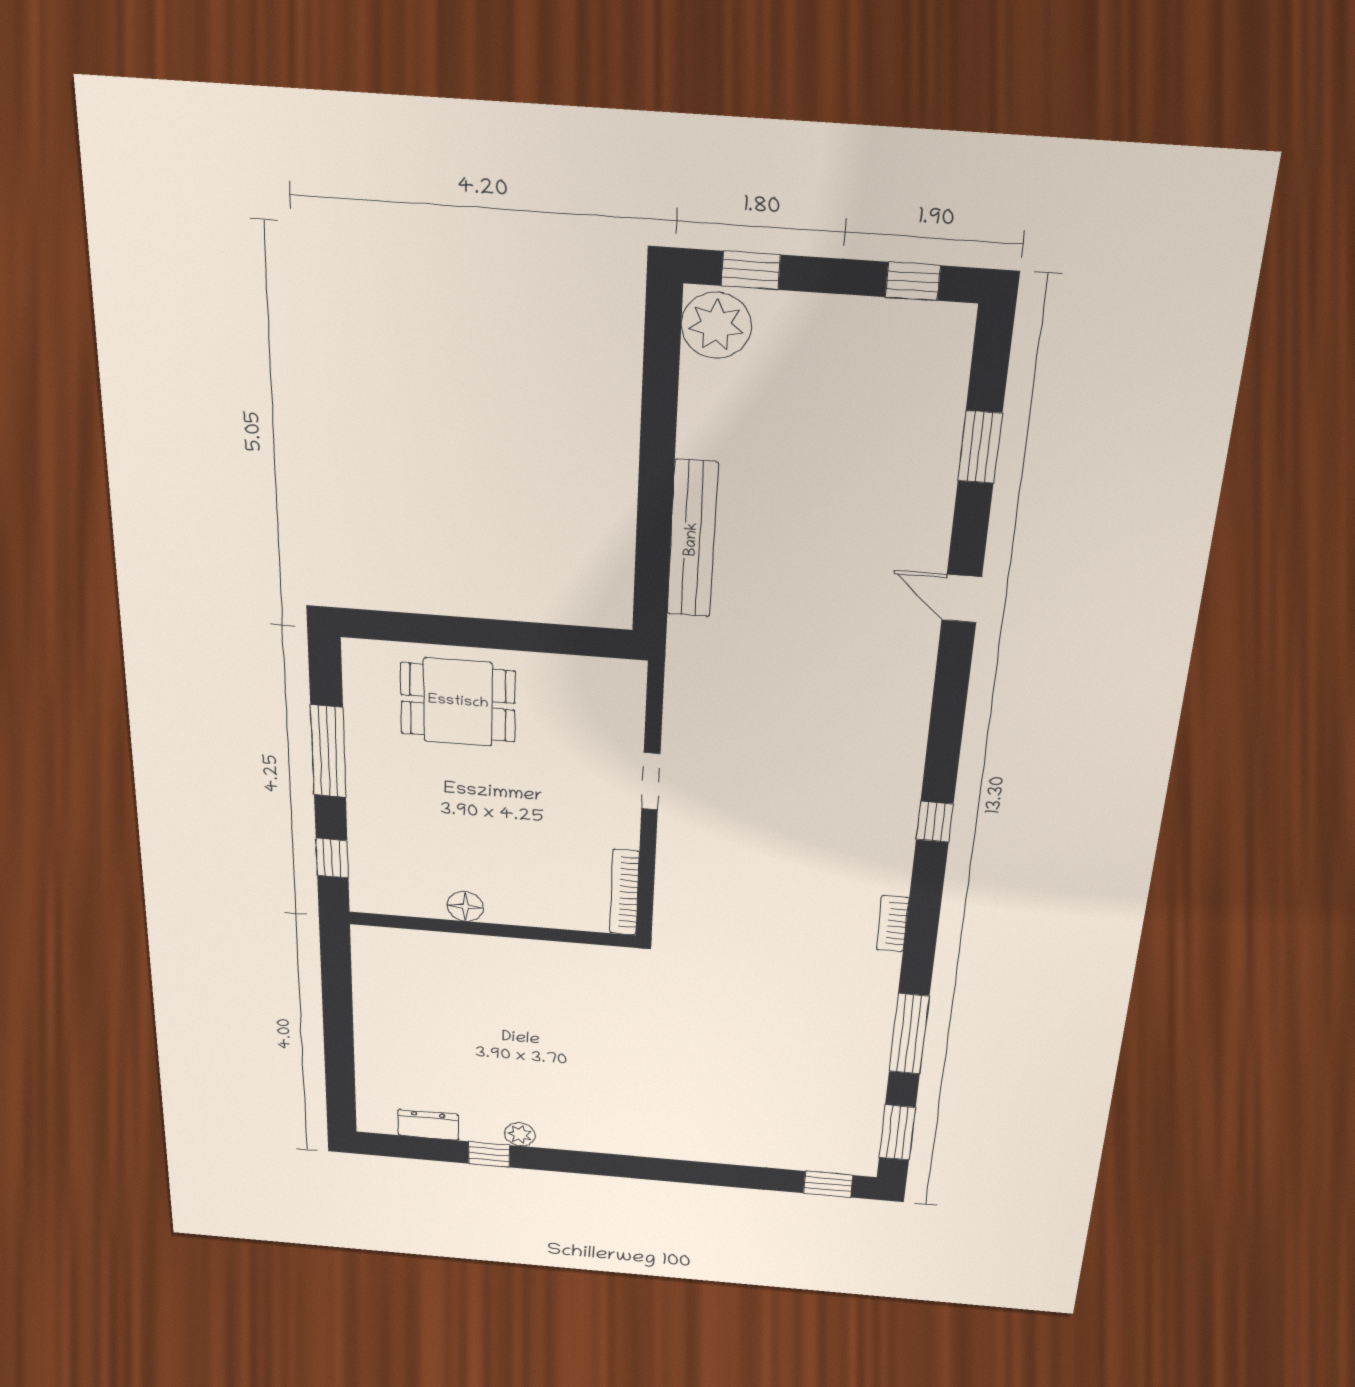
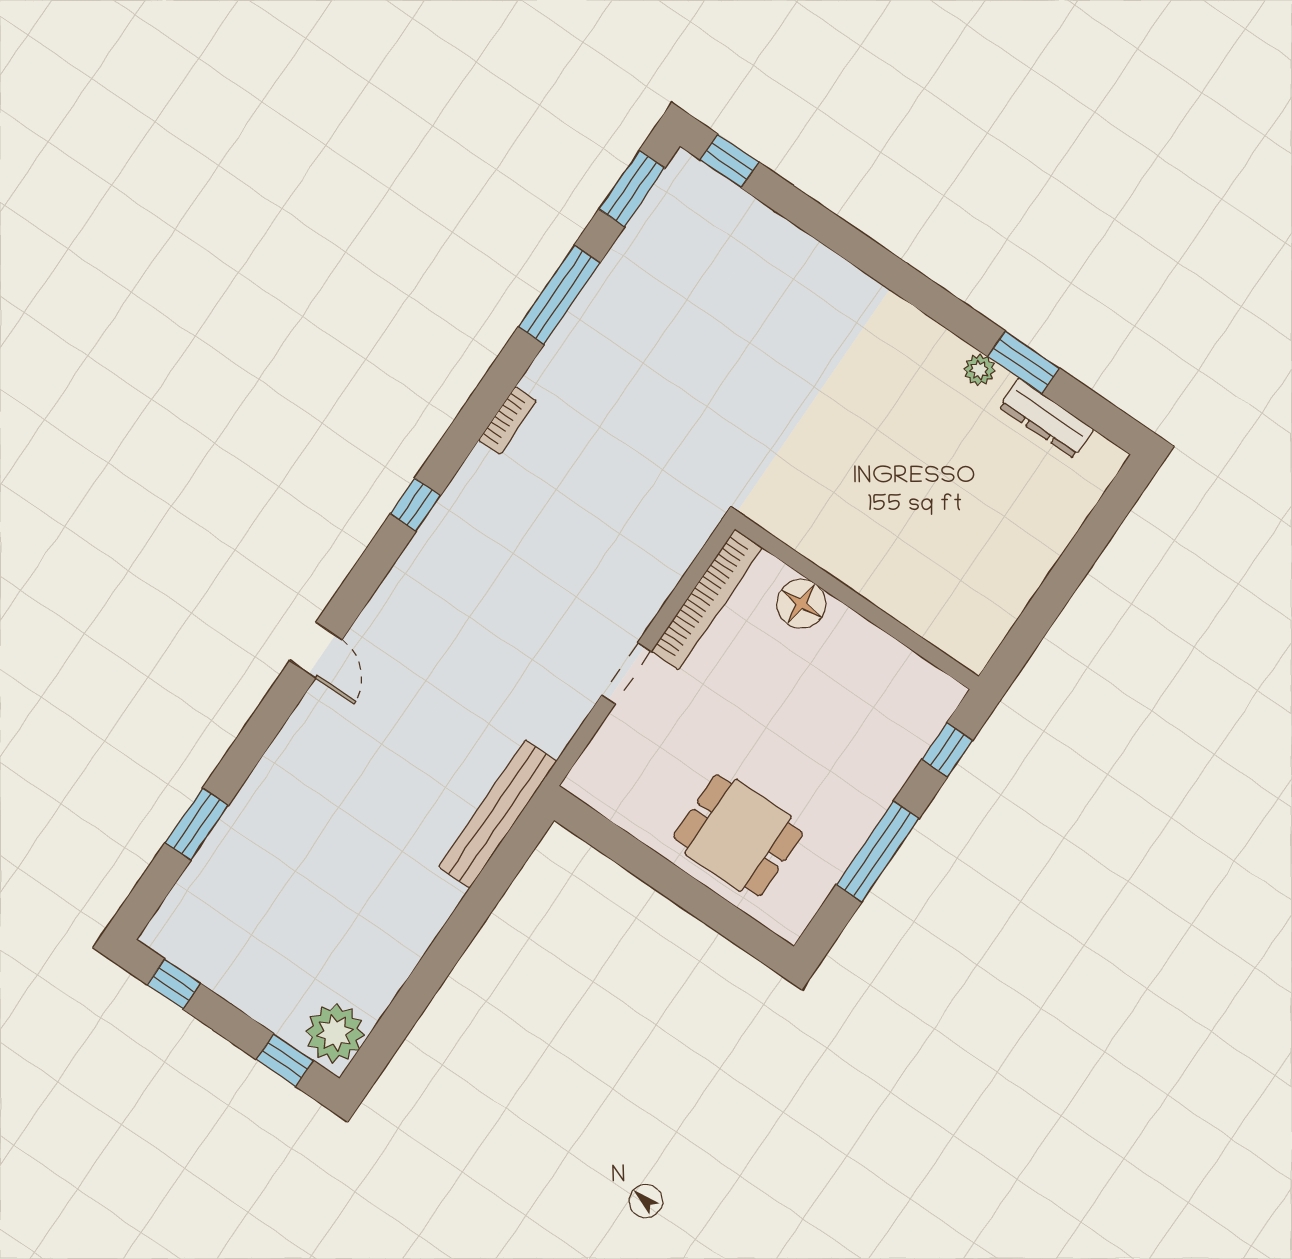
bench: (692, 539) -> (498, 814), moved
door: (962, 599) -> (316, 650), moved
bookcase: (625, 892) -> (707, 600), width x1.48, depth x1.31
floor lamp: (465, 906) -> (801, 604), moved, width x1.38, depth x1.38
dresser: (428, 1125) -> (1046, 418), width x1.44
window: (489, 1154) -> (1024, 362), width x1.50

